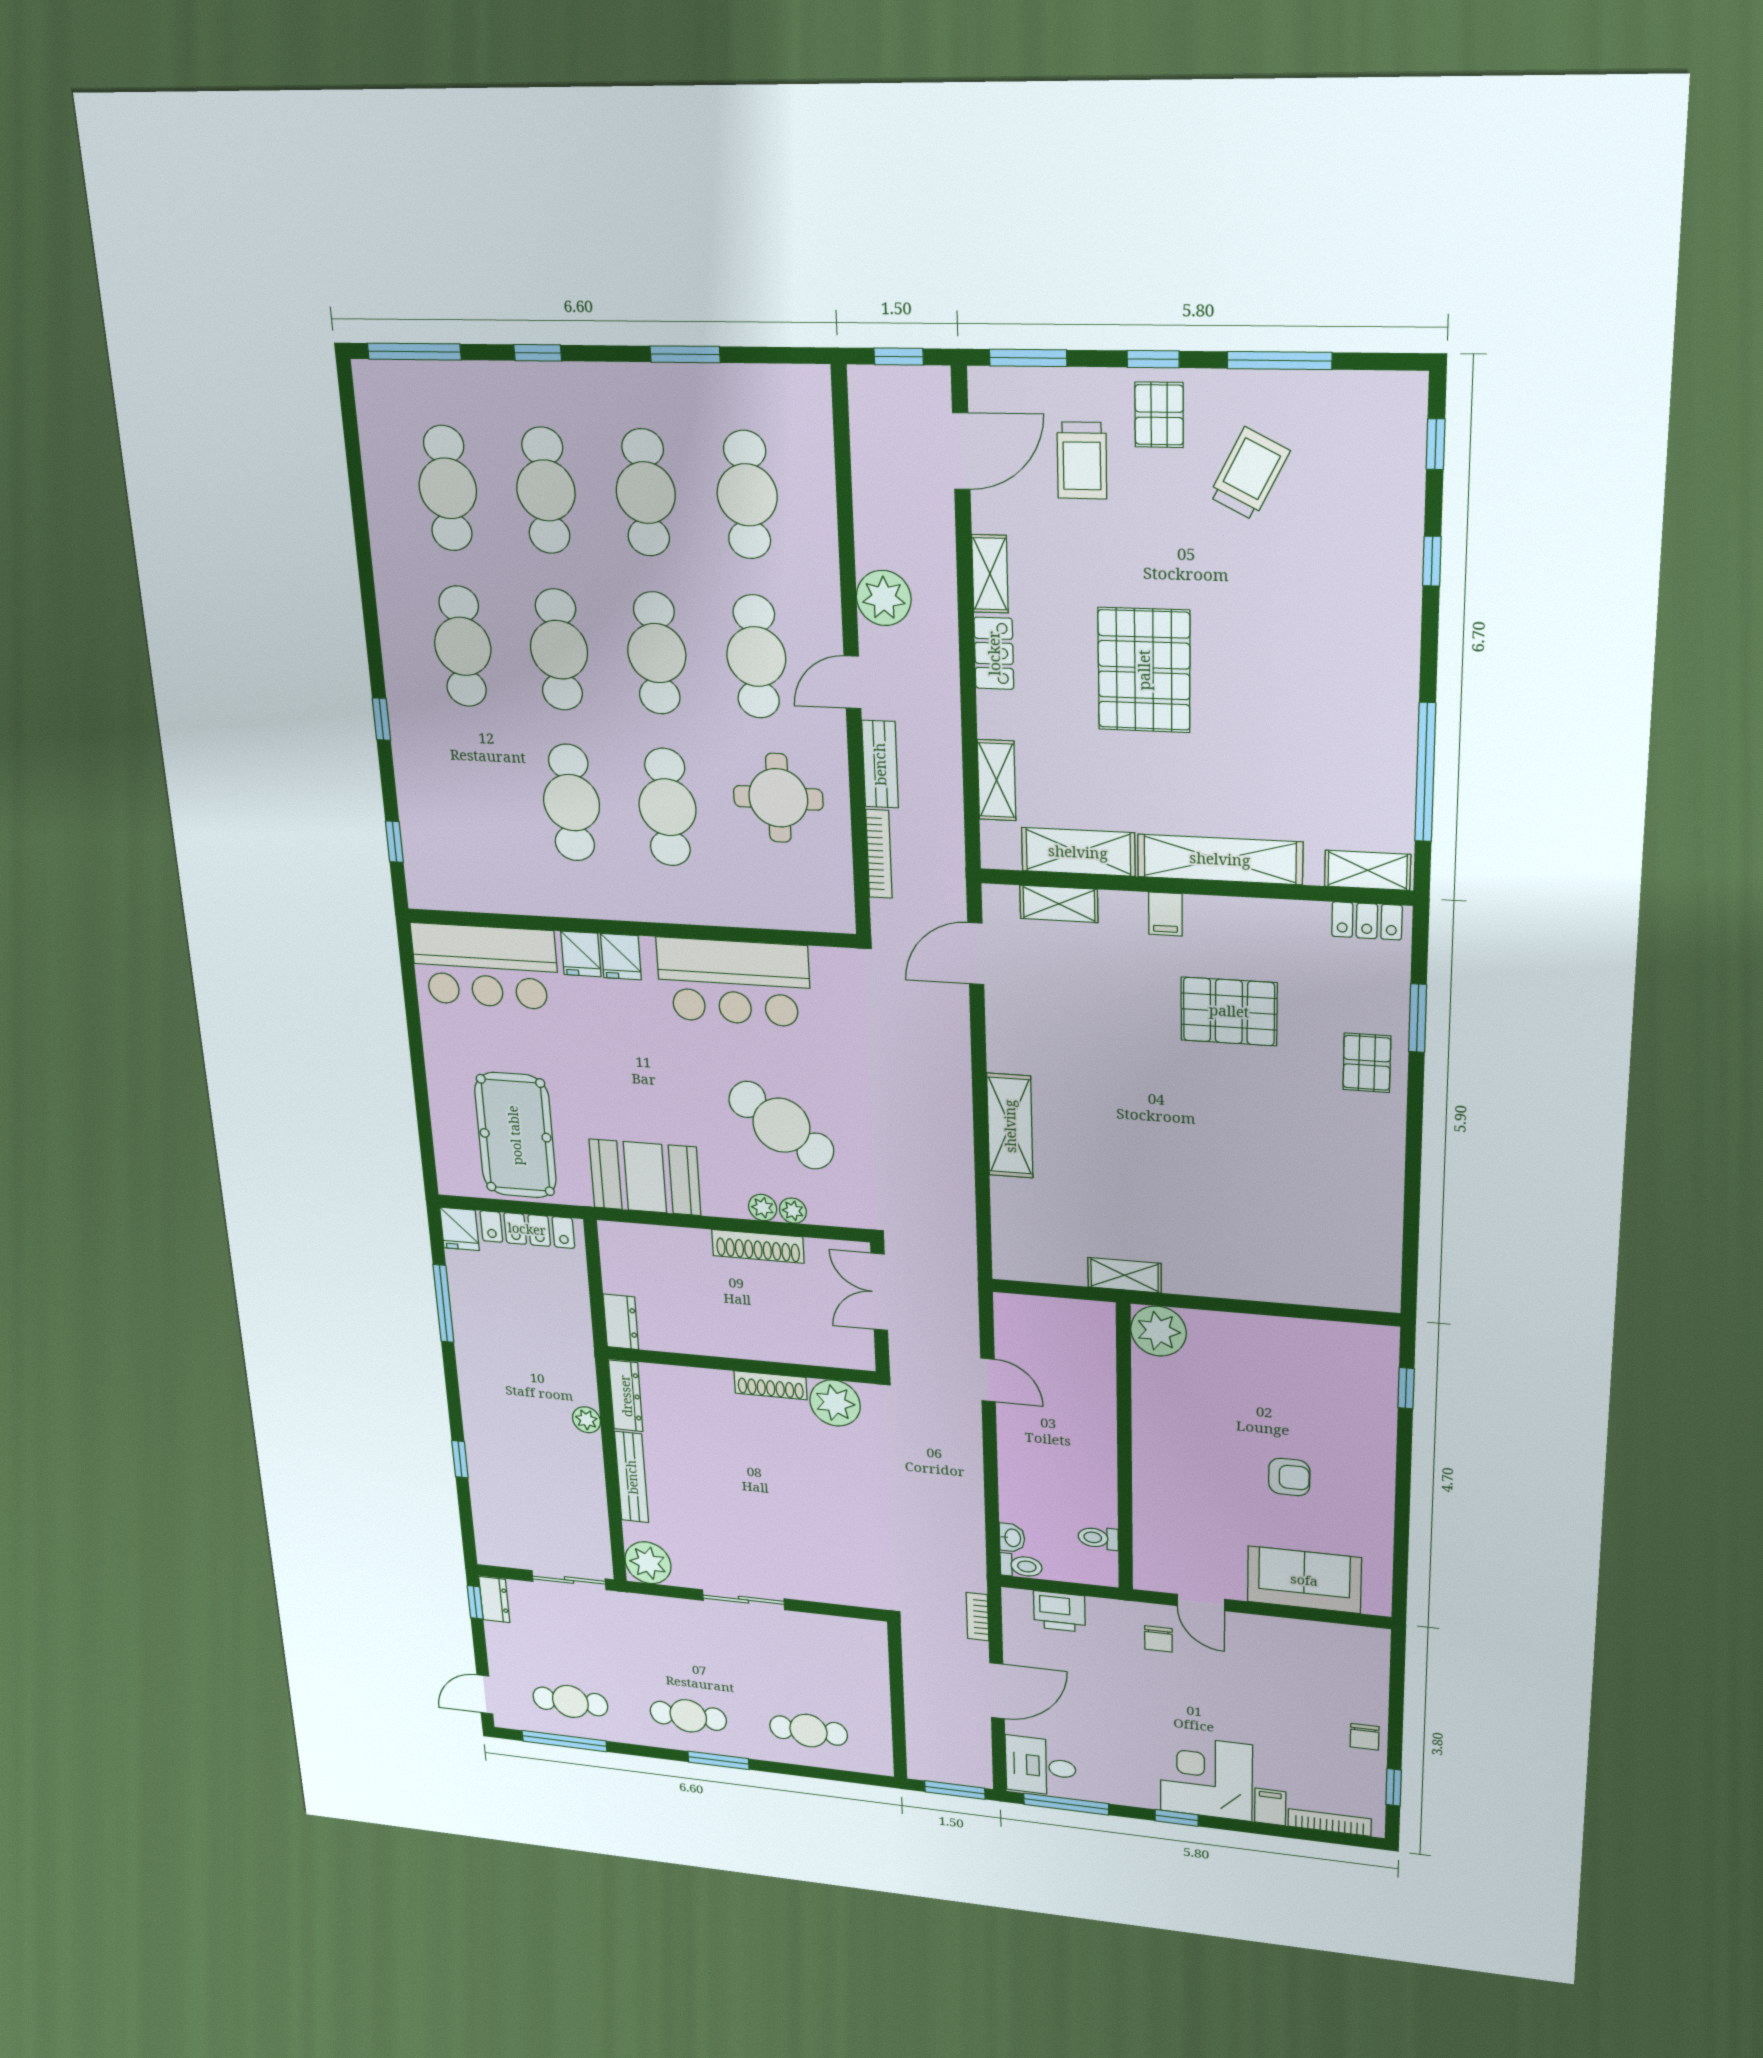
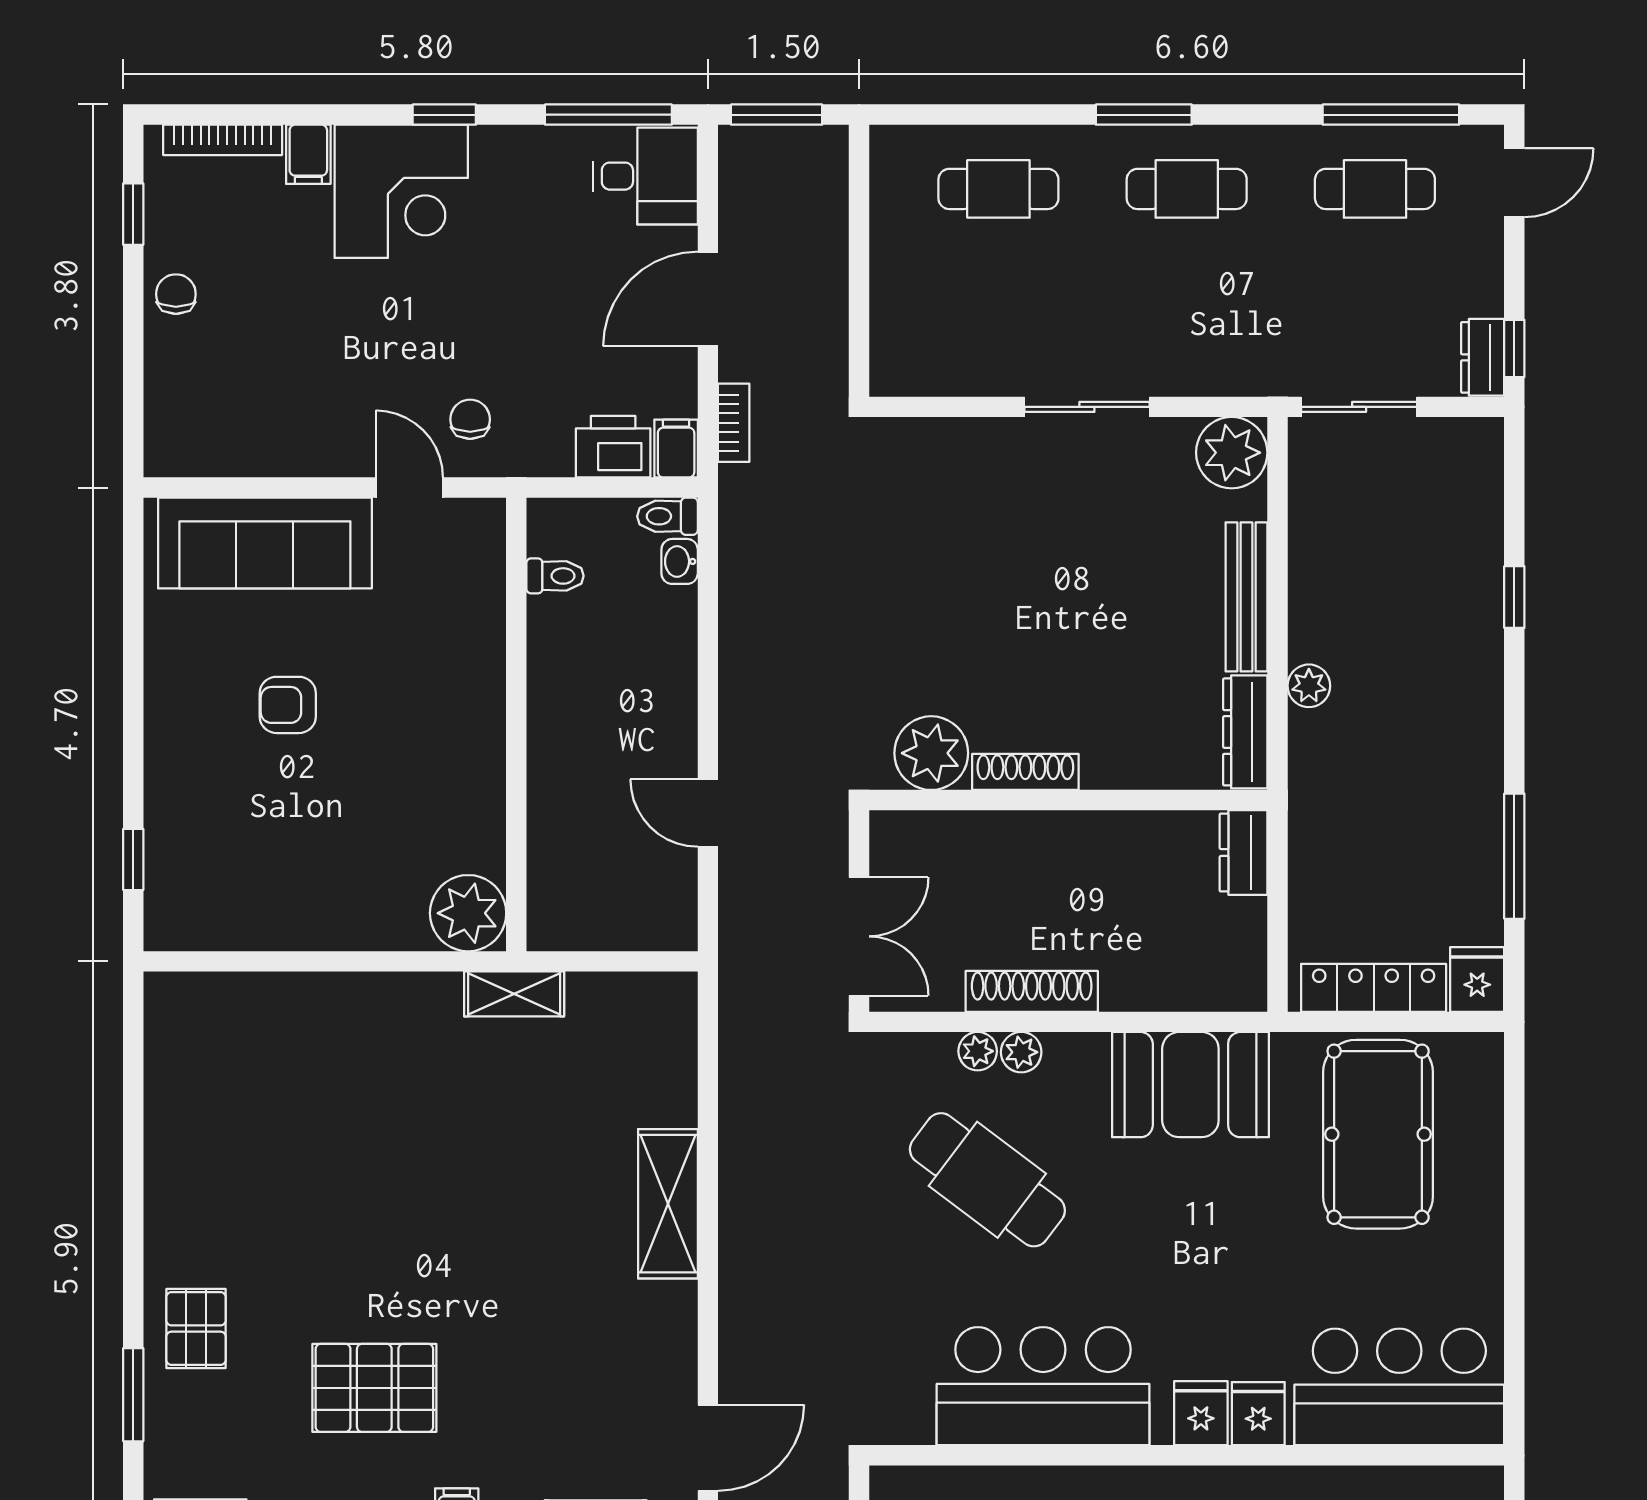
sofa: (1304, 1580) -> (265, 543), width x1.36
filing cabinet: (1016, 1606) -> (676, 449), added

